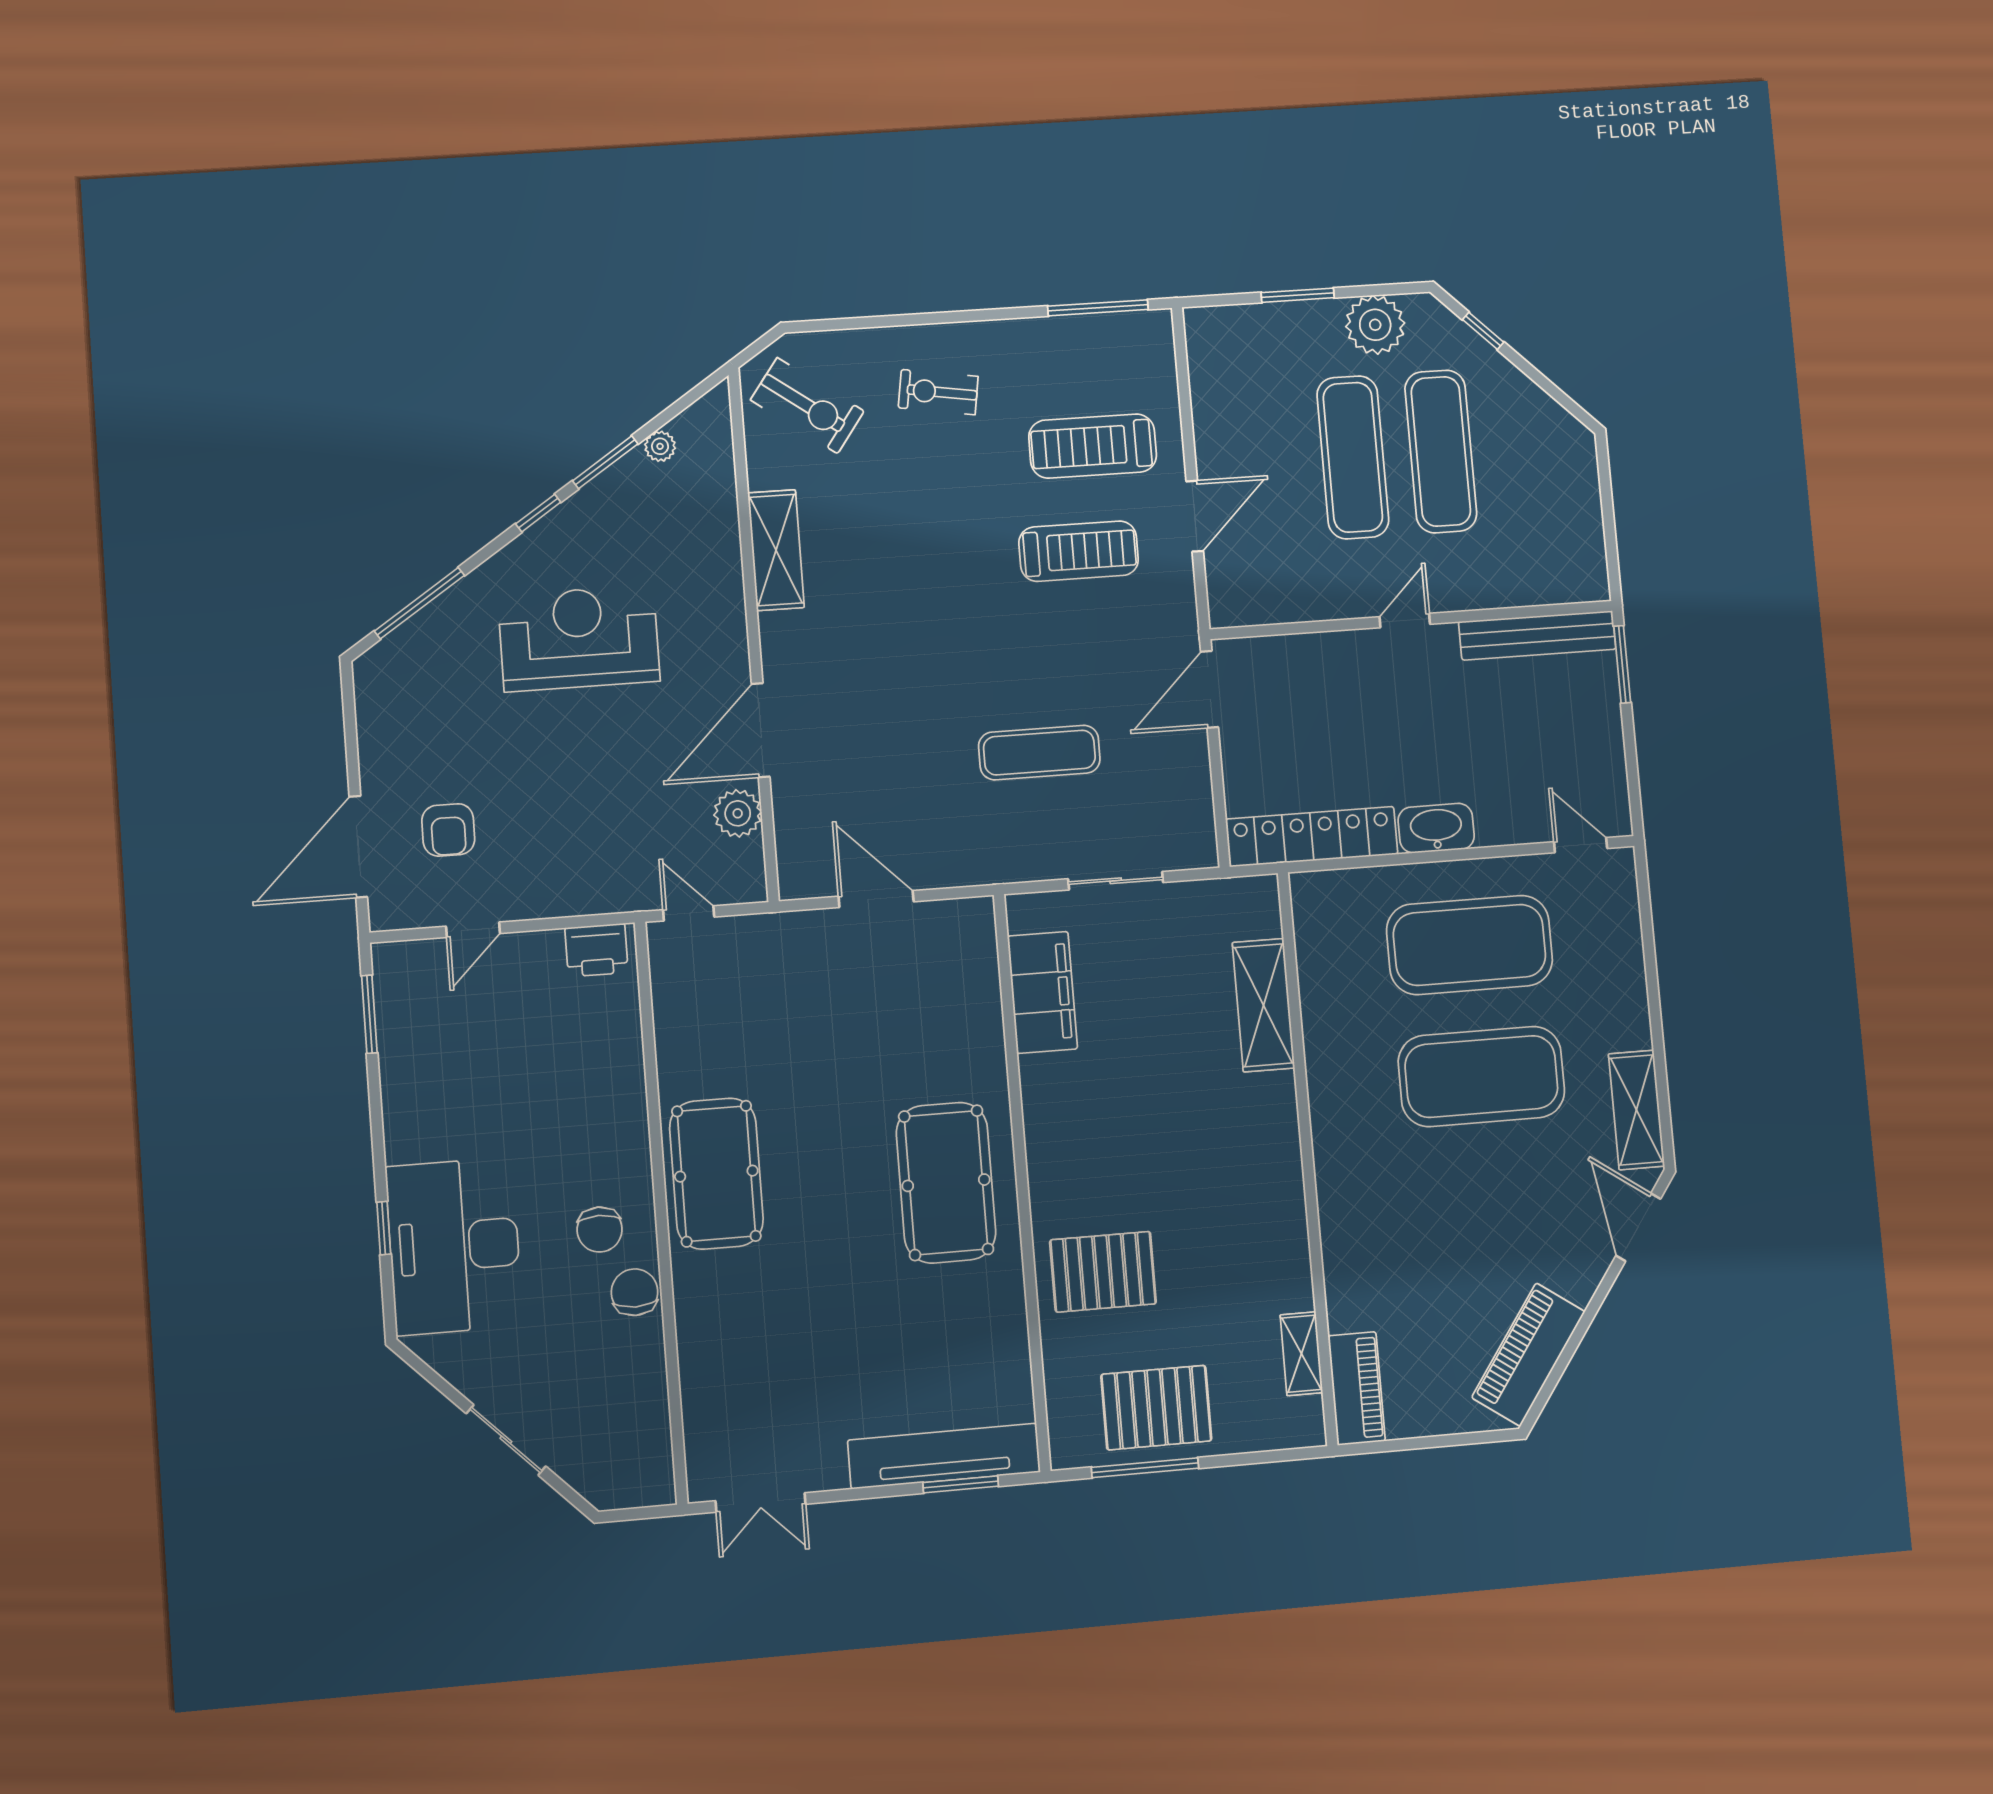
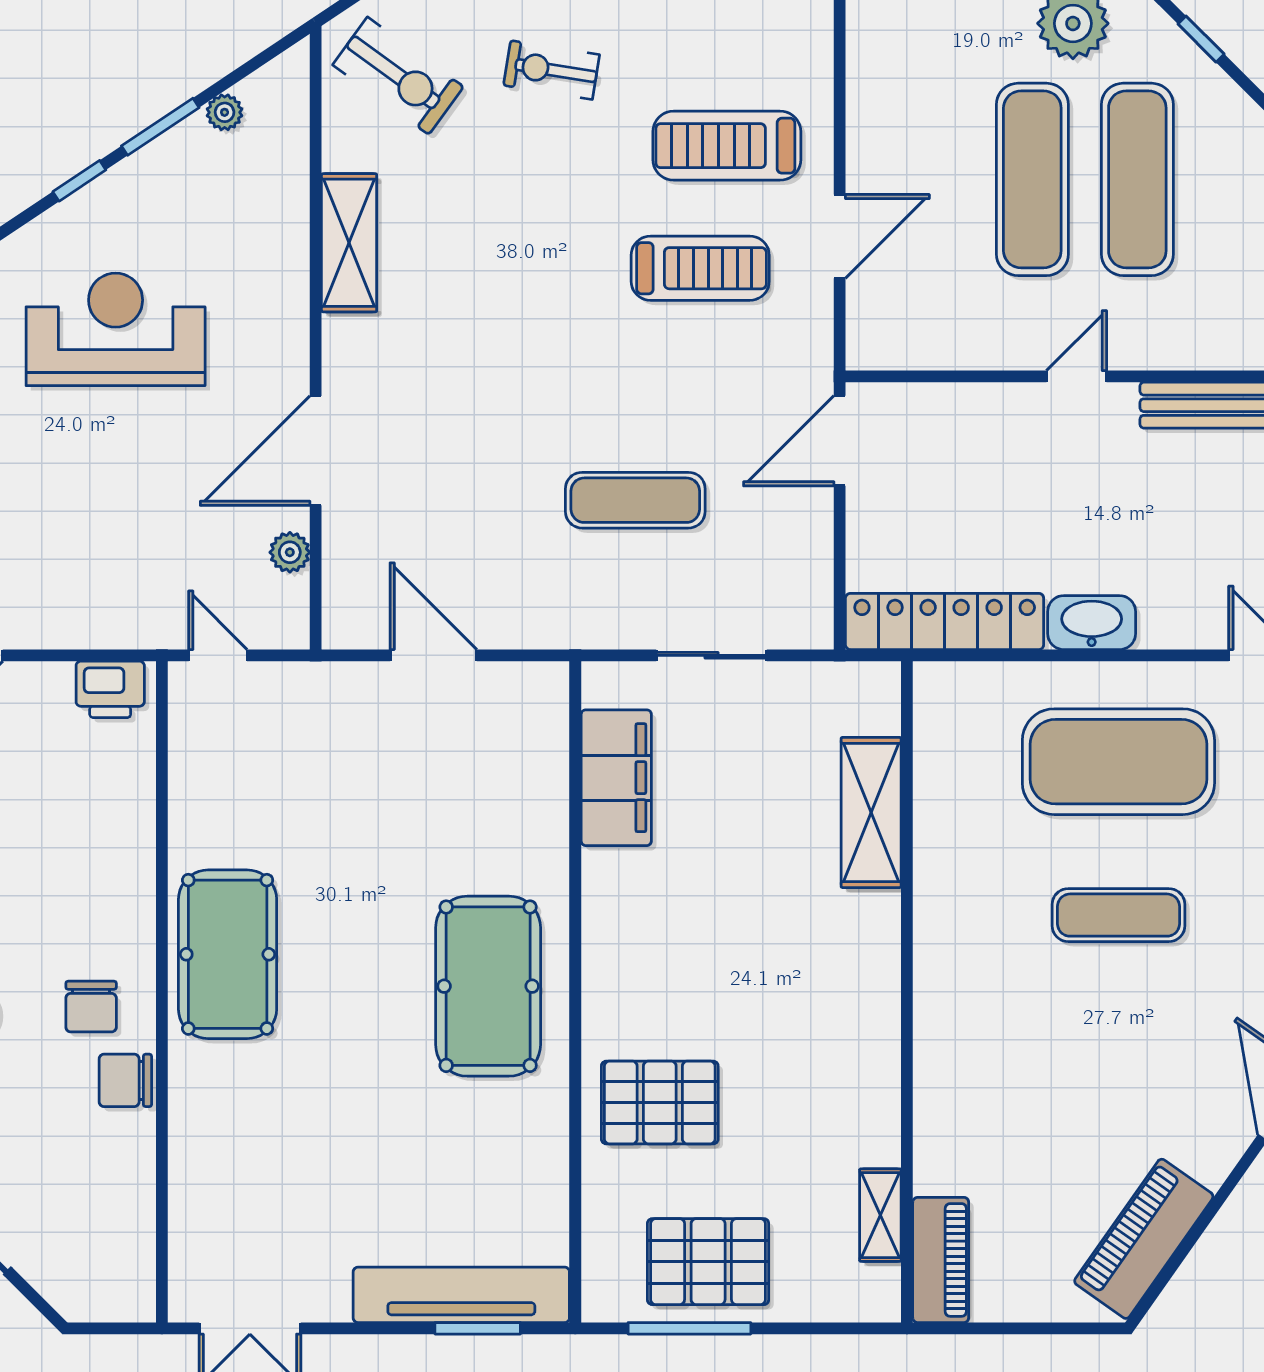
plant: (738, 813) -> (290, 552), width x0.73, depth x0.73
exercise mat: (1481, 1077) -> (1118, 915), width x0.50, depth x0.69
chair: (635, 1292) -> (125, 1080), turned -90

